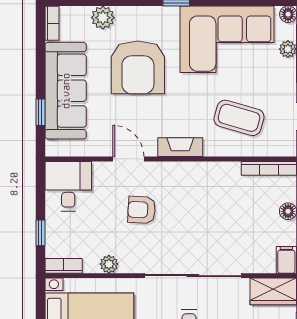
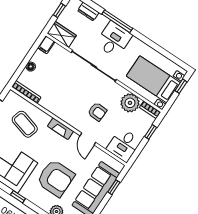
armchair: (138, 67) -> (56, 178), turned 90
plant: (109, 264) -> (130, 103), width x1.88, depth x1.88

